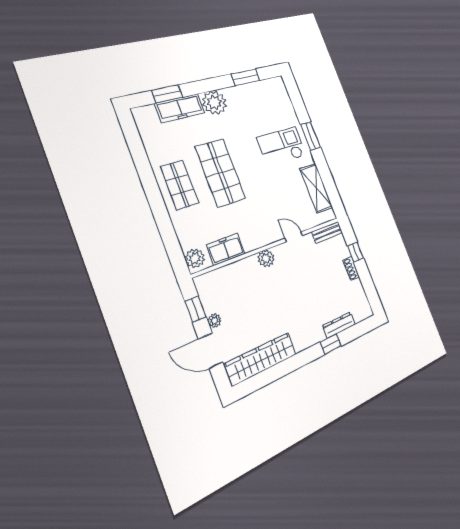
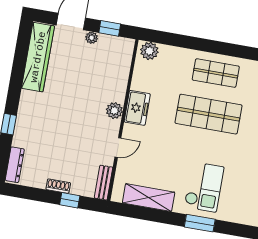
freezer: (226, 249) -> (137, 108), moved
dresser: (339, 325) -> (15, 165), moved

